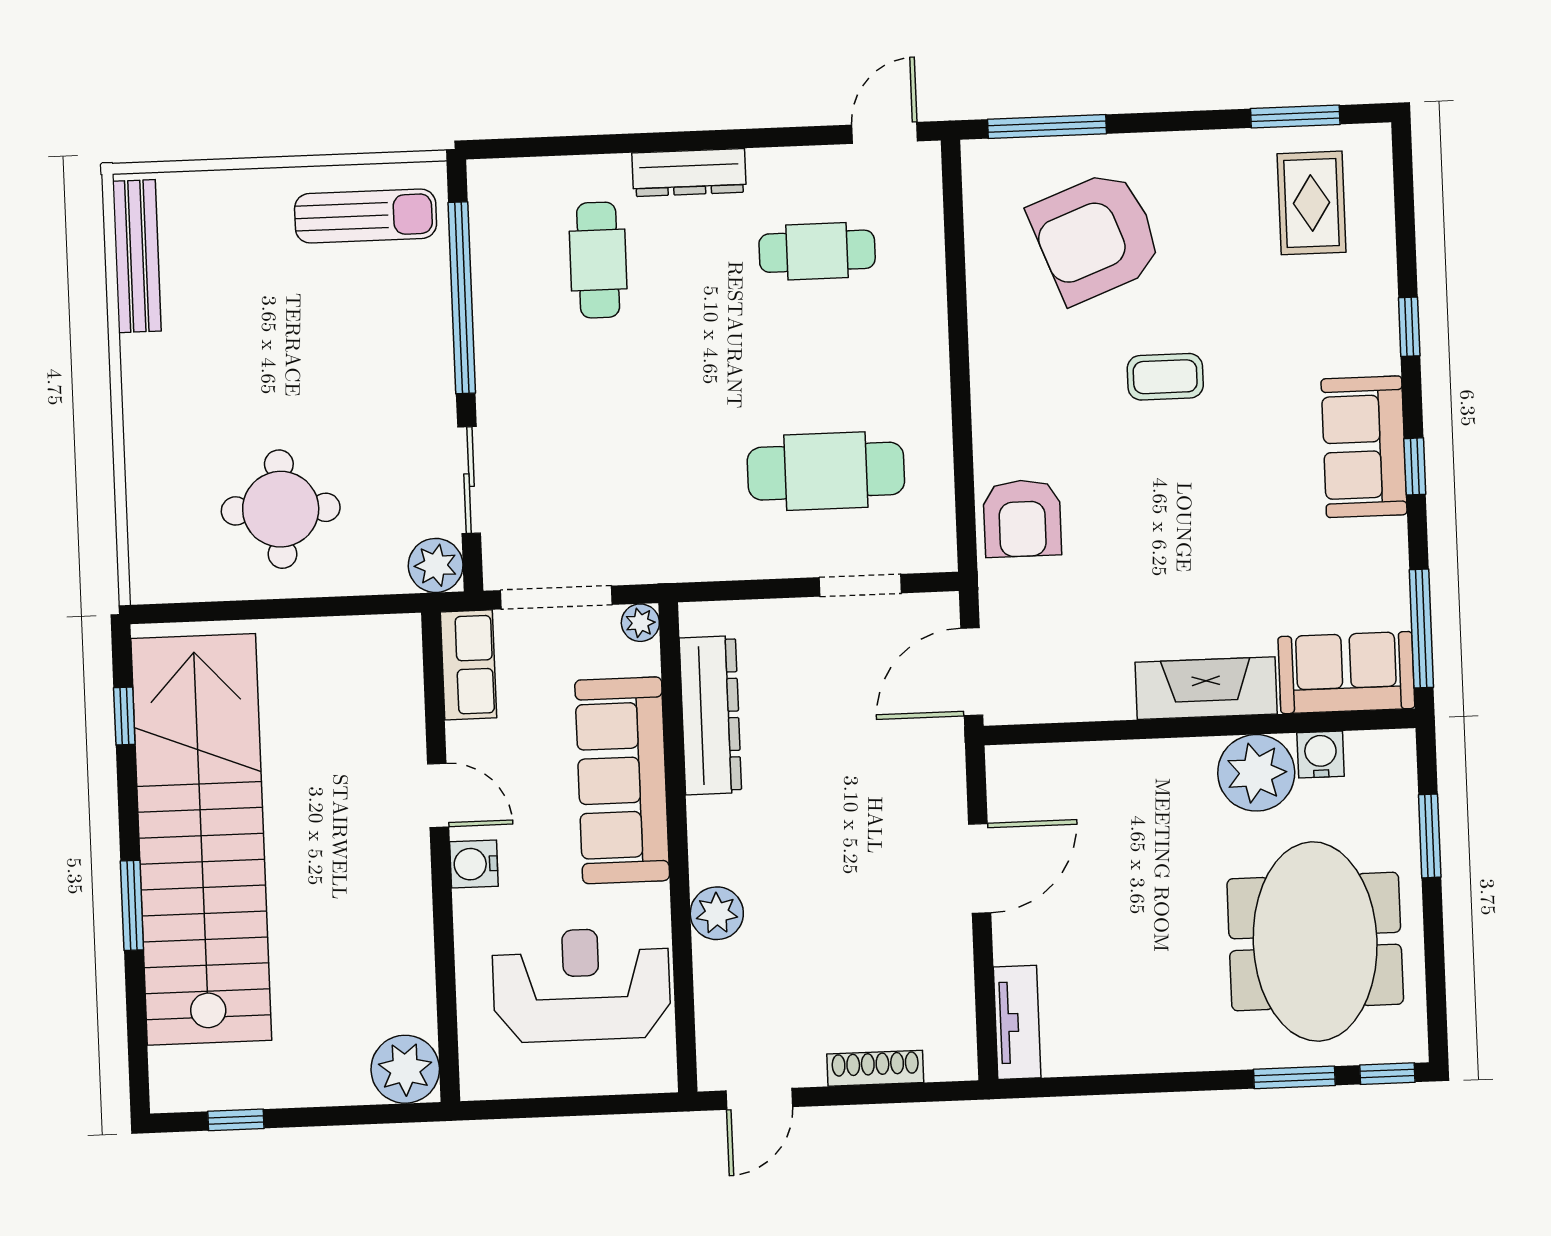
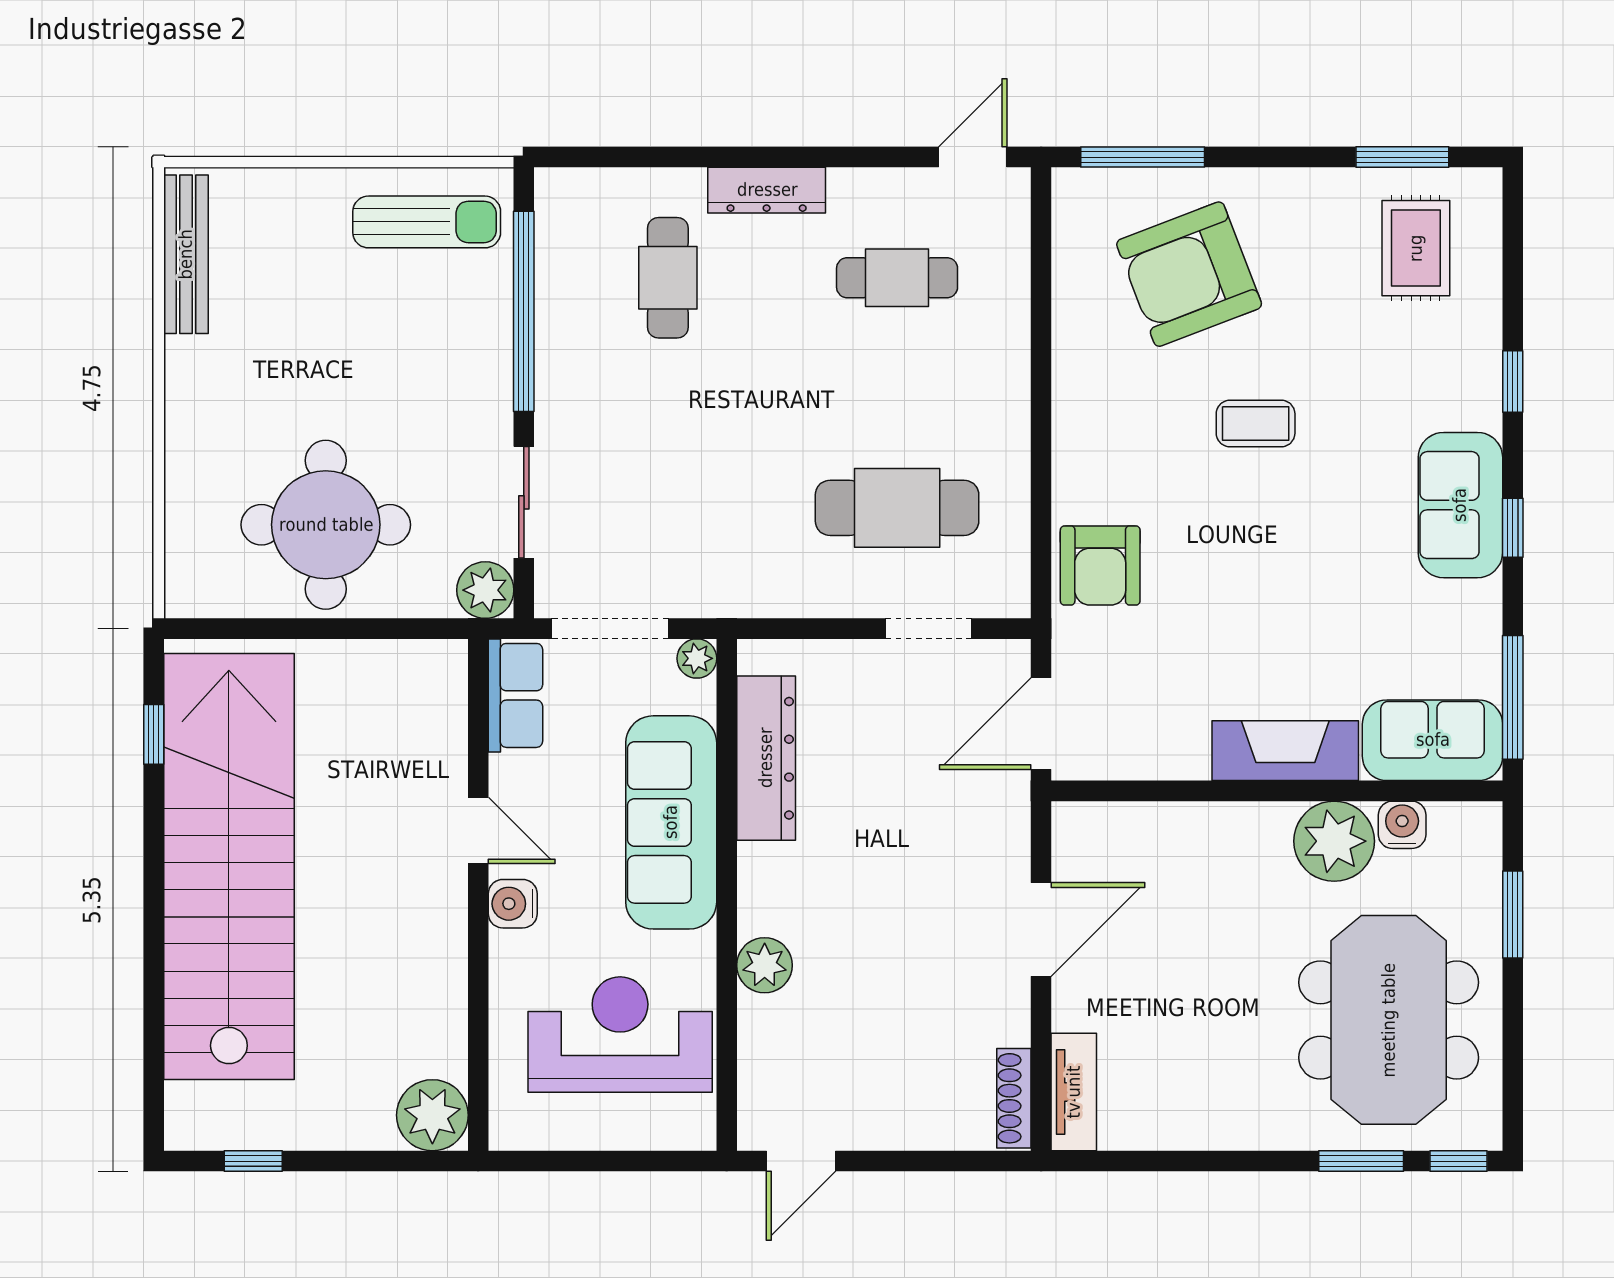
round table: (281, 509) -> (326, 525), width x1.36, depth x1.36
window: (132, 905) -> (154, 933), removed
shoe rack: (875, 1068) -> (1014, 1098), moved, turned -90

